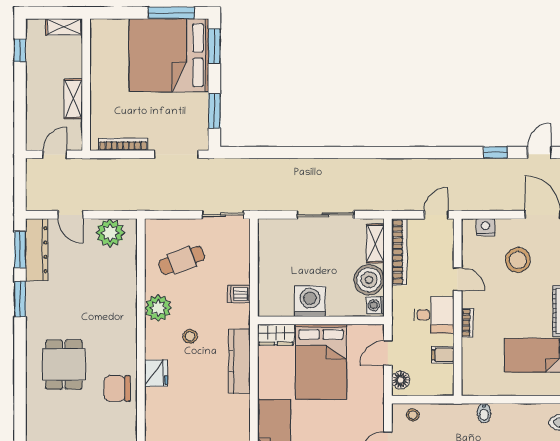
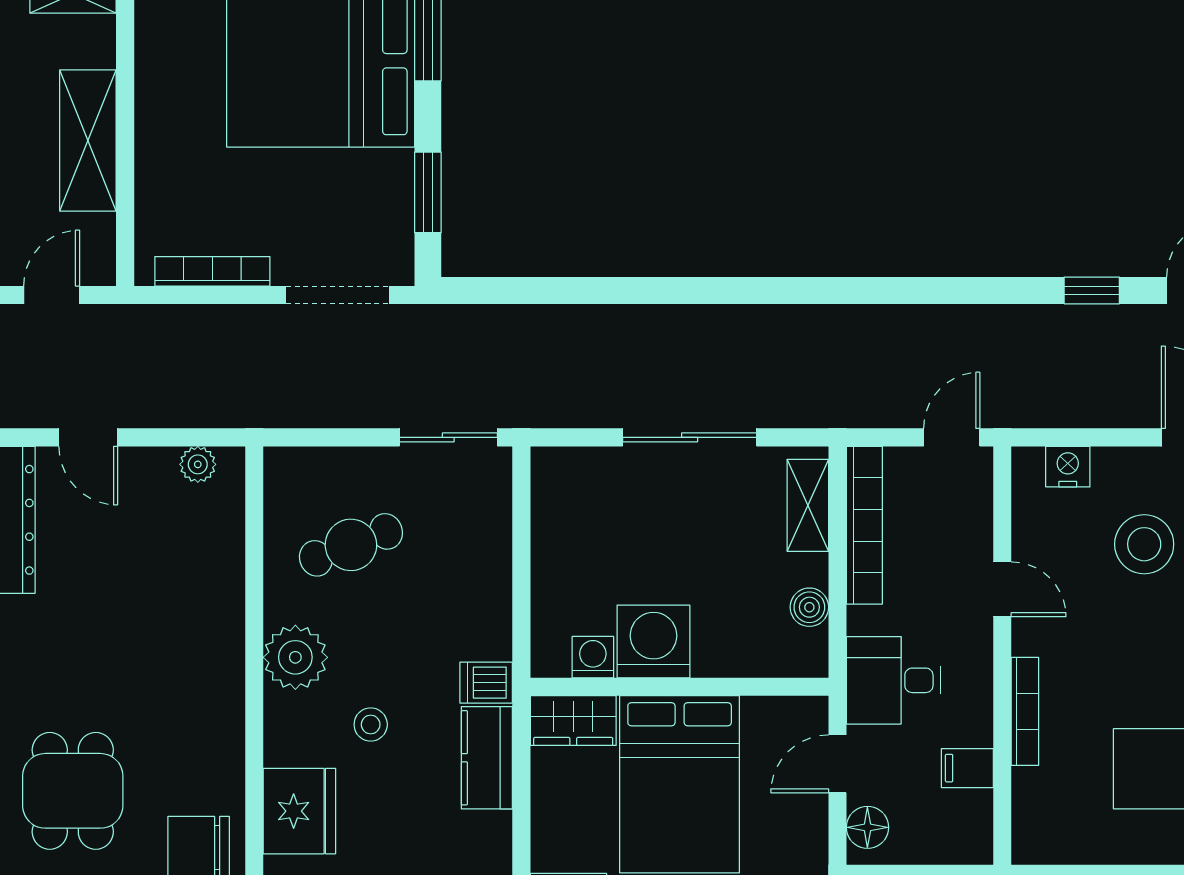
shelving: (73, 99) -> (88, 141), width x1.50, depth x1.33
plant: (110, 233) -> (198, 464), width x0.53, depth x0.53
boiler: (369, 280) -> (809, 607), width x0.54, depth x0.54
dishwasher: (239, 294) -> (486, 683), moved
washing machine: (375, 305) -> (593, 657), moved, turned 90
desk: (434, 315) -> (894, 680), moved, turned 180
bookcase: (467, 323) -> (1025, 711), width x1.56
kitchen counter: (239, 361) -> (487, 758), width x0.67
fridge: (156, 373) -> (299, 811), width x1.36, depth x1.34

